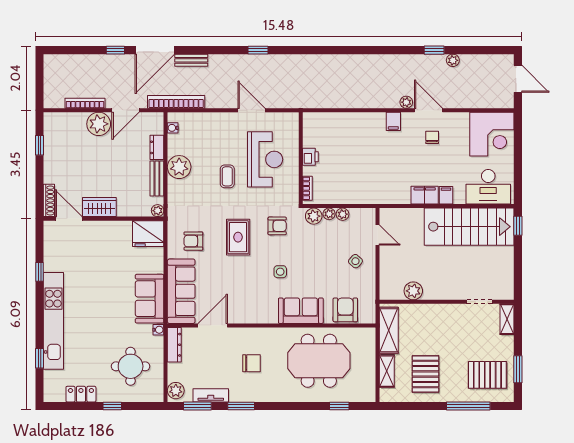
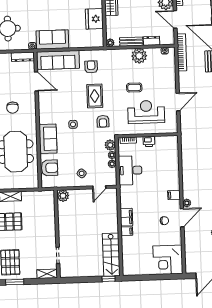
reception desk: (265, 159) -> (146, 112), turned 180
desk: (488, 187) -> (130, 170), moved
stairs: (469, 227) -> (111, 255), width x0.73, depth x0.66
fridge: (148, 234) -> (94, 19), moved
rug: (238, 237) -> (95, 96), turned 90
plant: (413, 291) -> (63, 196), moved
shelving: (389, 330) -> (37, 197), removed

